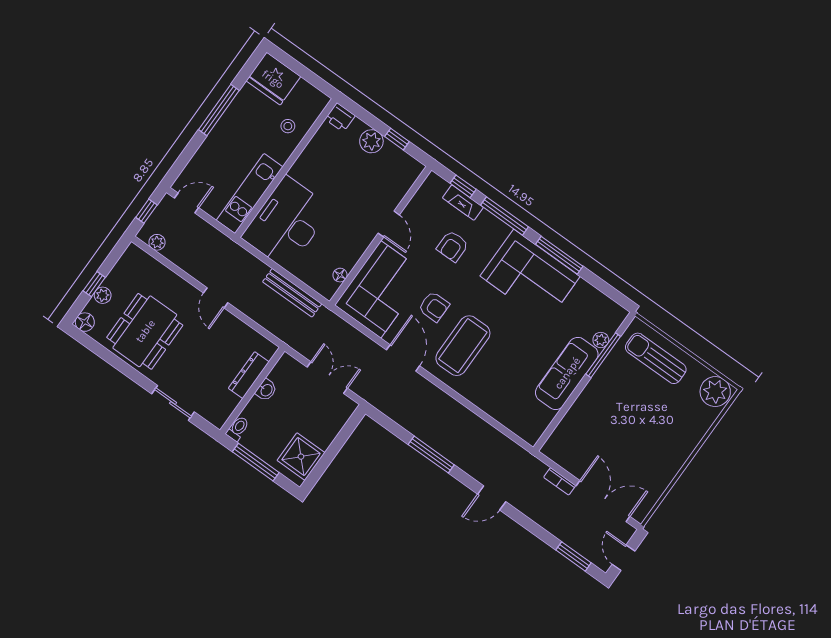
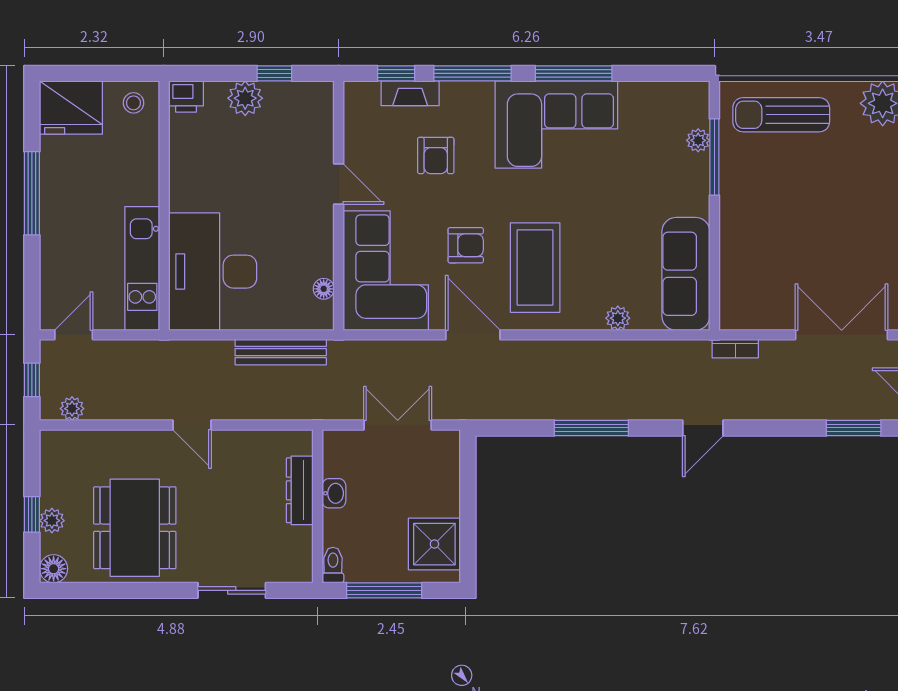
stool: (288, 126) -> (134, 103), moved
sofa: (567, 373) -> (686, 274), moved
plant: (488, 405) -> (618, 318), added
bookcase: (560, 481) -> (735, 349), moved

